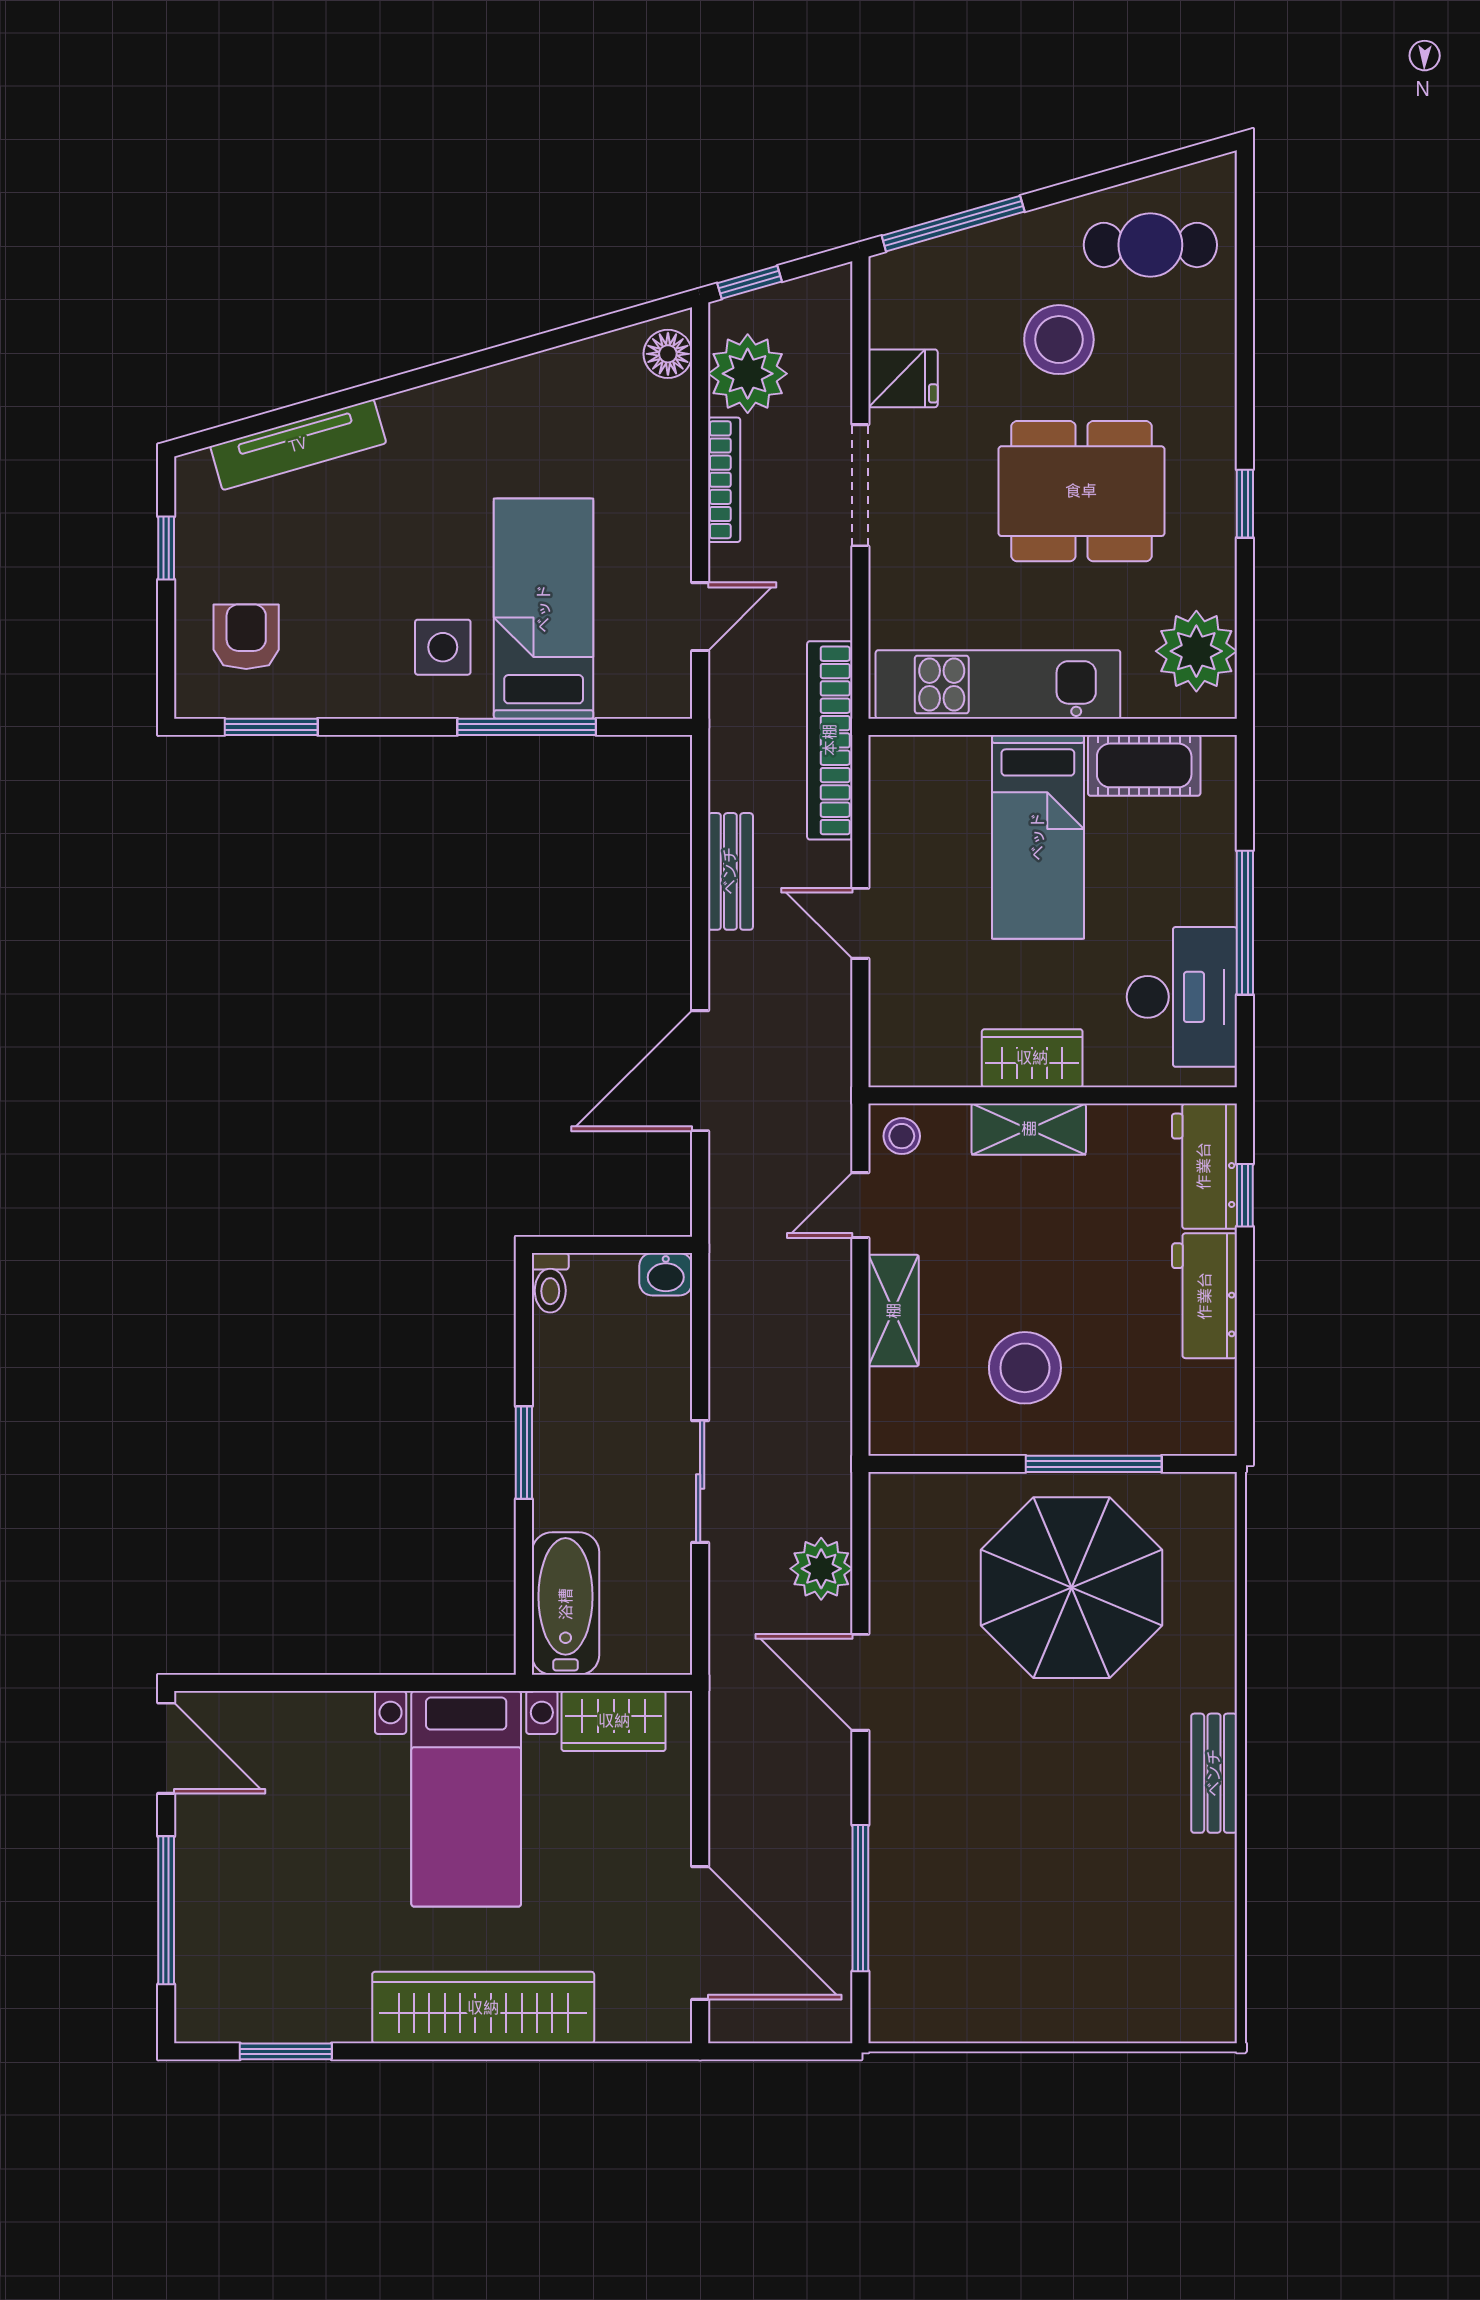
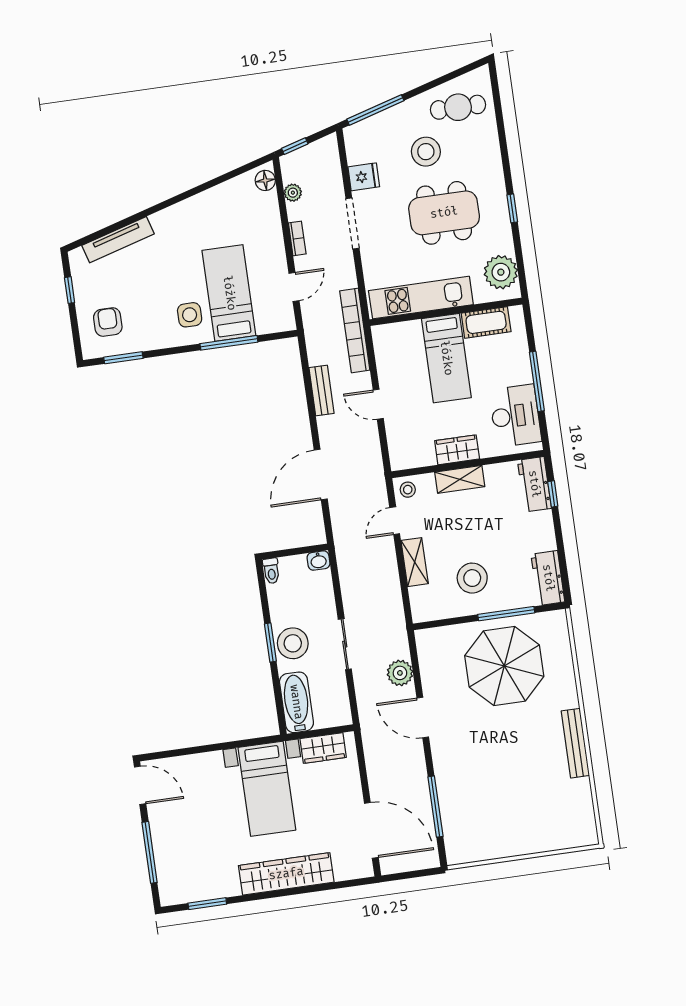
plant: (748, 374) -> (293, 193), width x0.53, depth x0.53
bookcase: (724, 480) -> (297, 238), width x0.64
workbench: (1205, 1296) -> (548, 578), moved
stool: (577, 1462) -> (293, 643), added
bench: (1214, 1773) -> (575, 743), width x1.36

